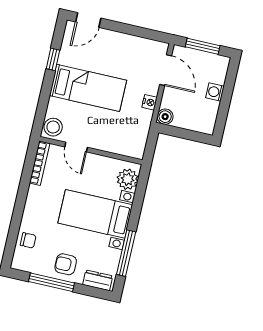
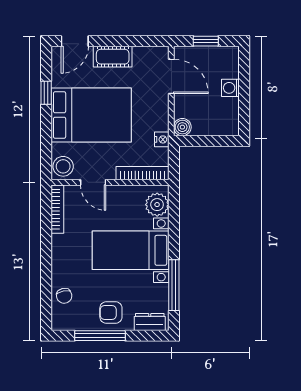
cot: (118, 41) -> (113, 57), added
window: (203, 46) -> (206, 41), width x0.67
bed: (88, 88) -> (91, 115), width x1.50
nightstand: (149, 102) -> (162, 139), moved
bookcase: (121, 149) -> (142, 173), added
chair: (28, 240) -> (64, 296), turned 78

